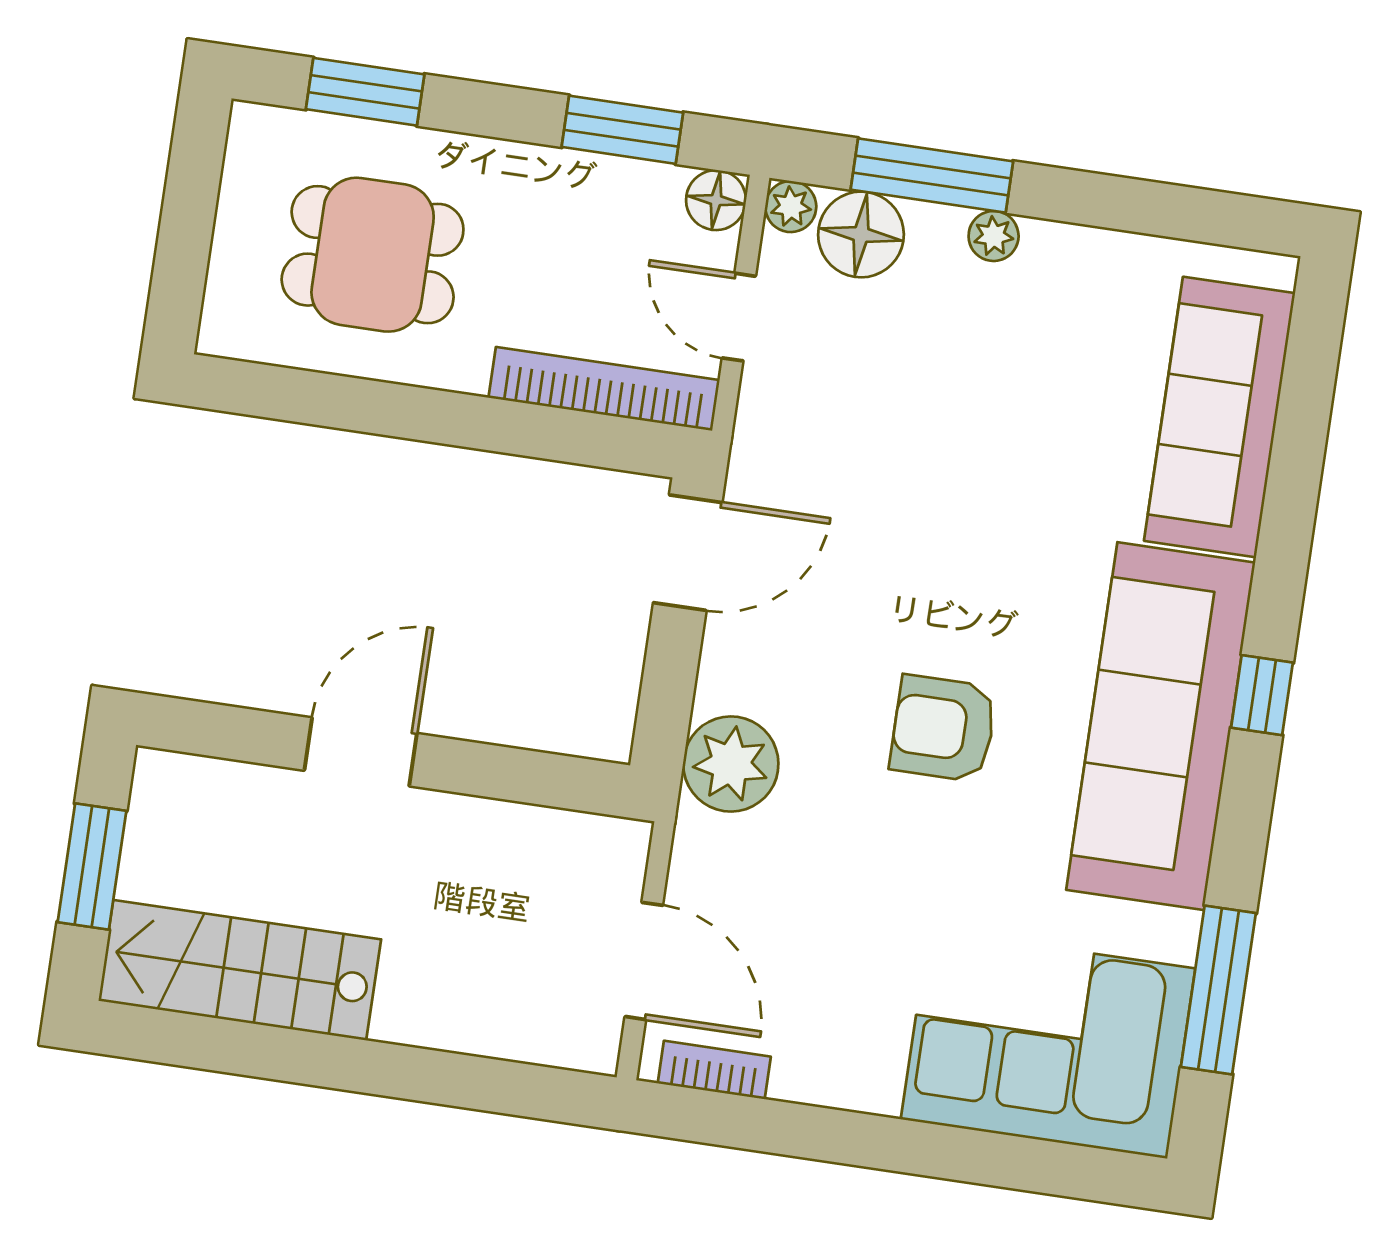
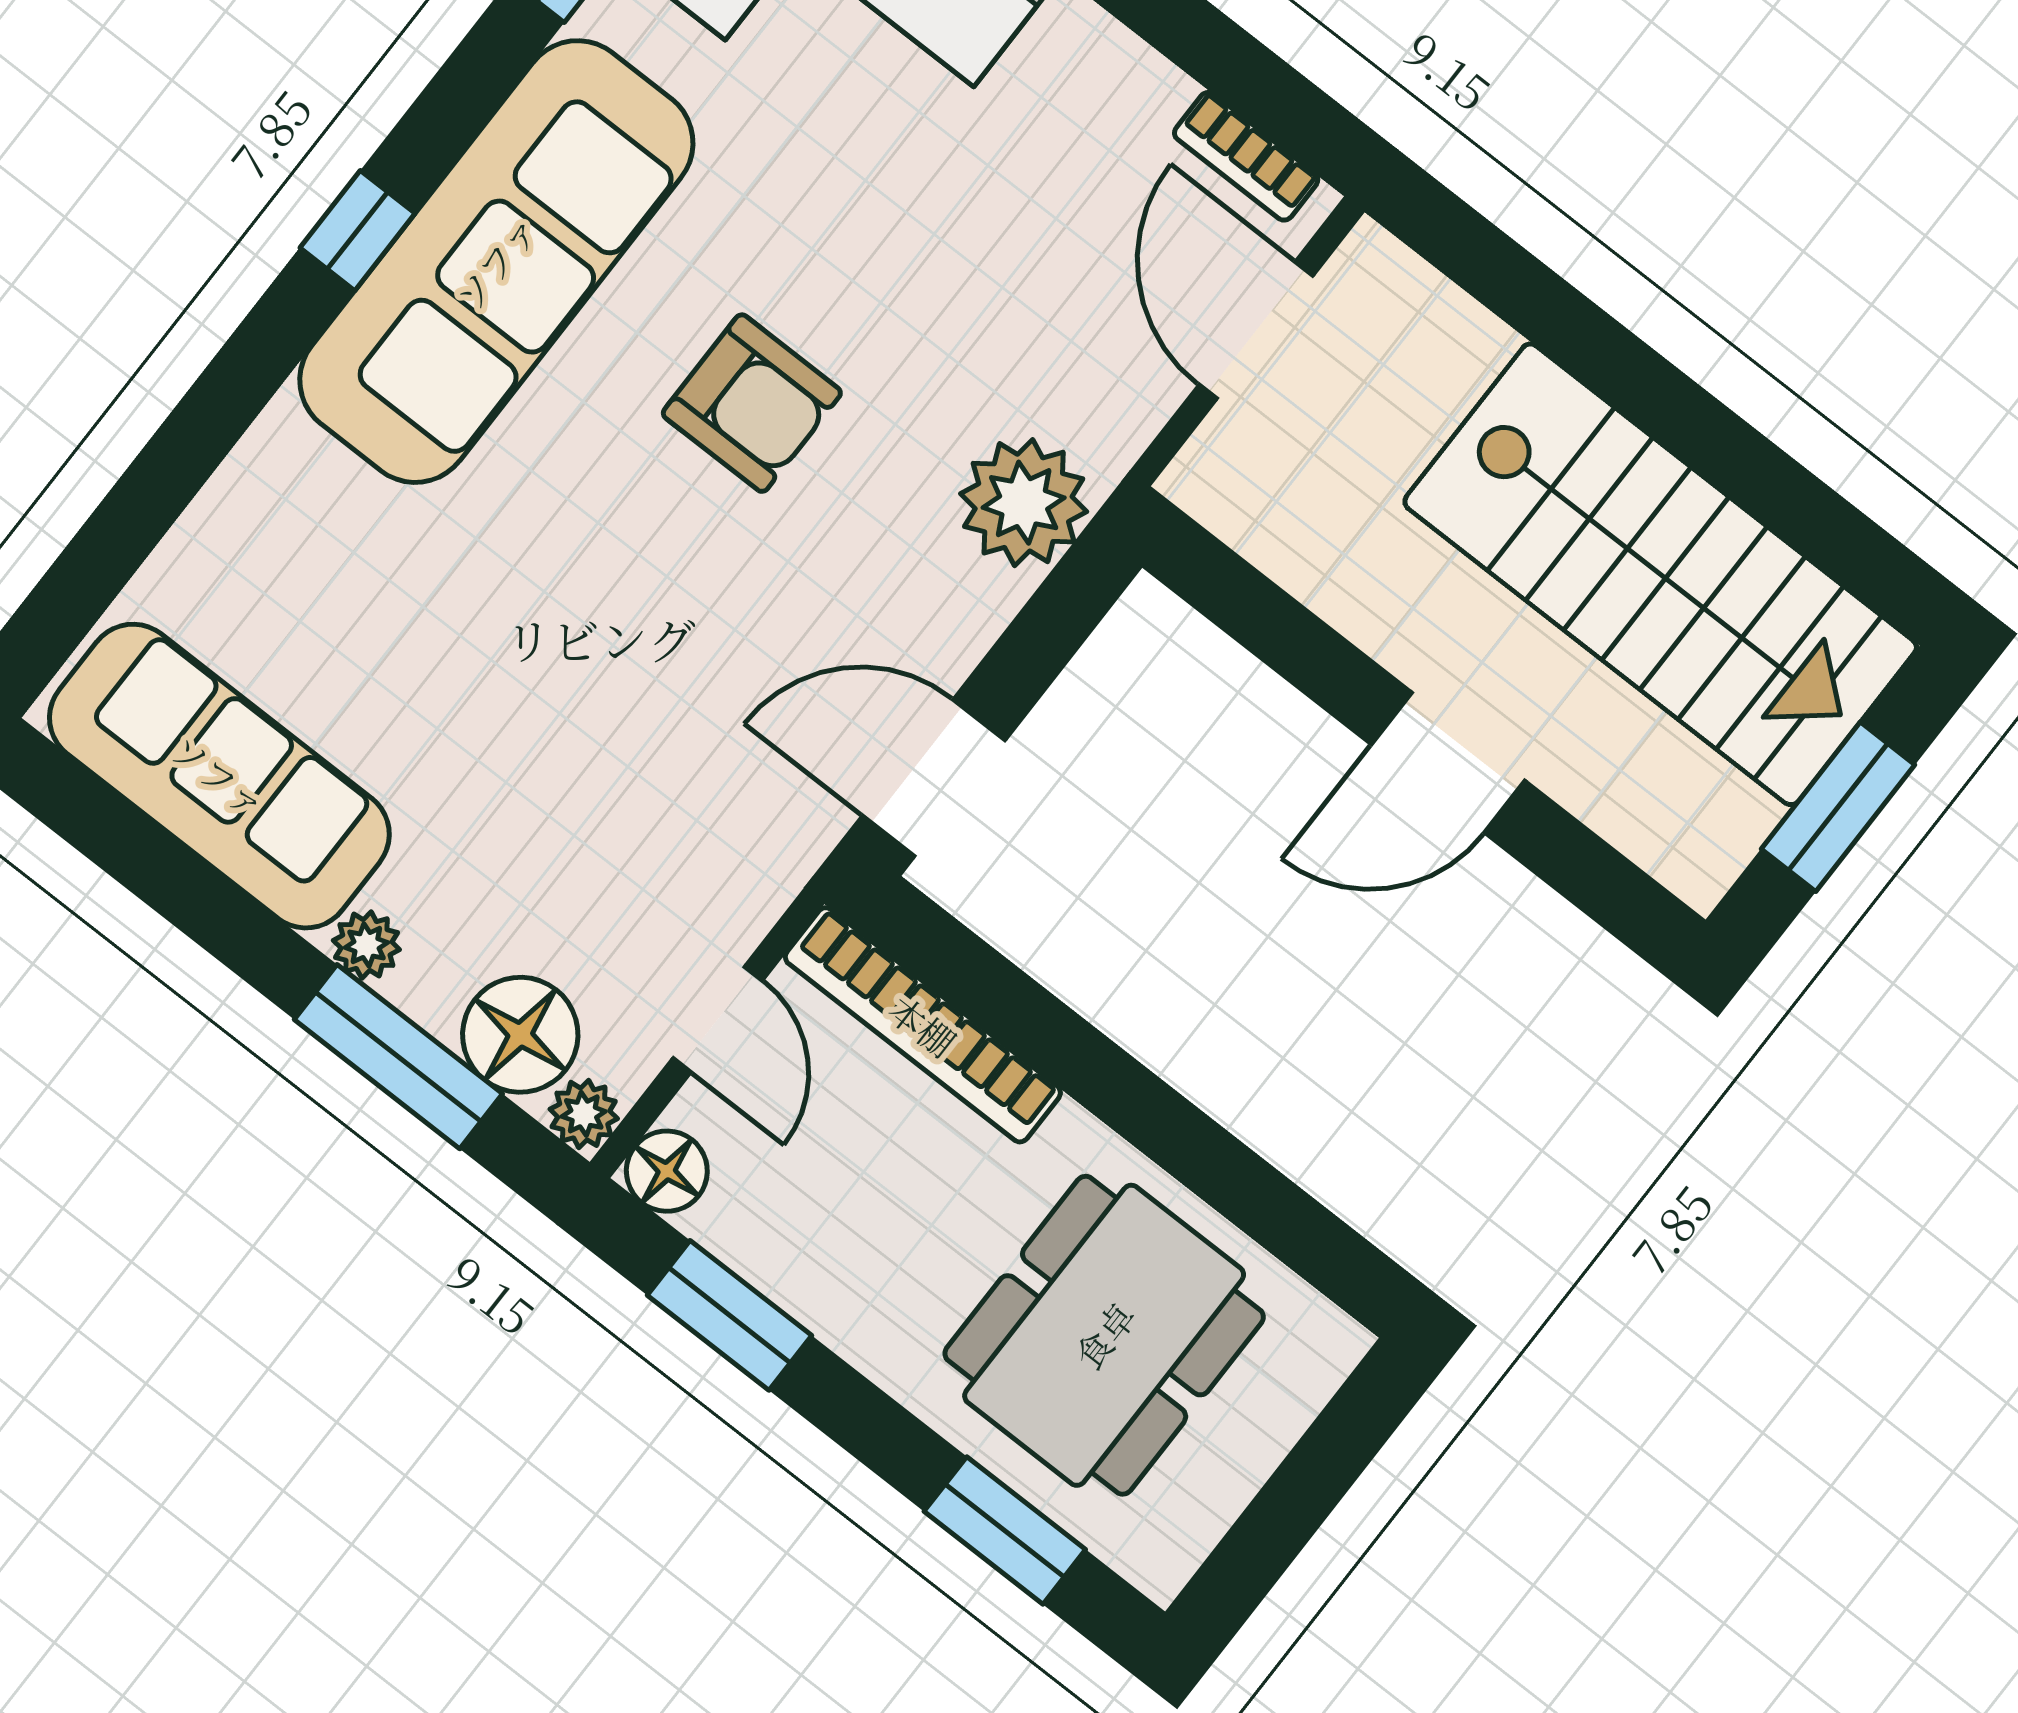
dining table: (373, 255) -> (1104, 1335), width x1.37
sofa: (1220, 417) -> (219, 776), moved, turned -90
stairs: (240, 970) -> (1661, 574), width x1.36, depth x1.51

